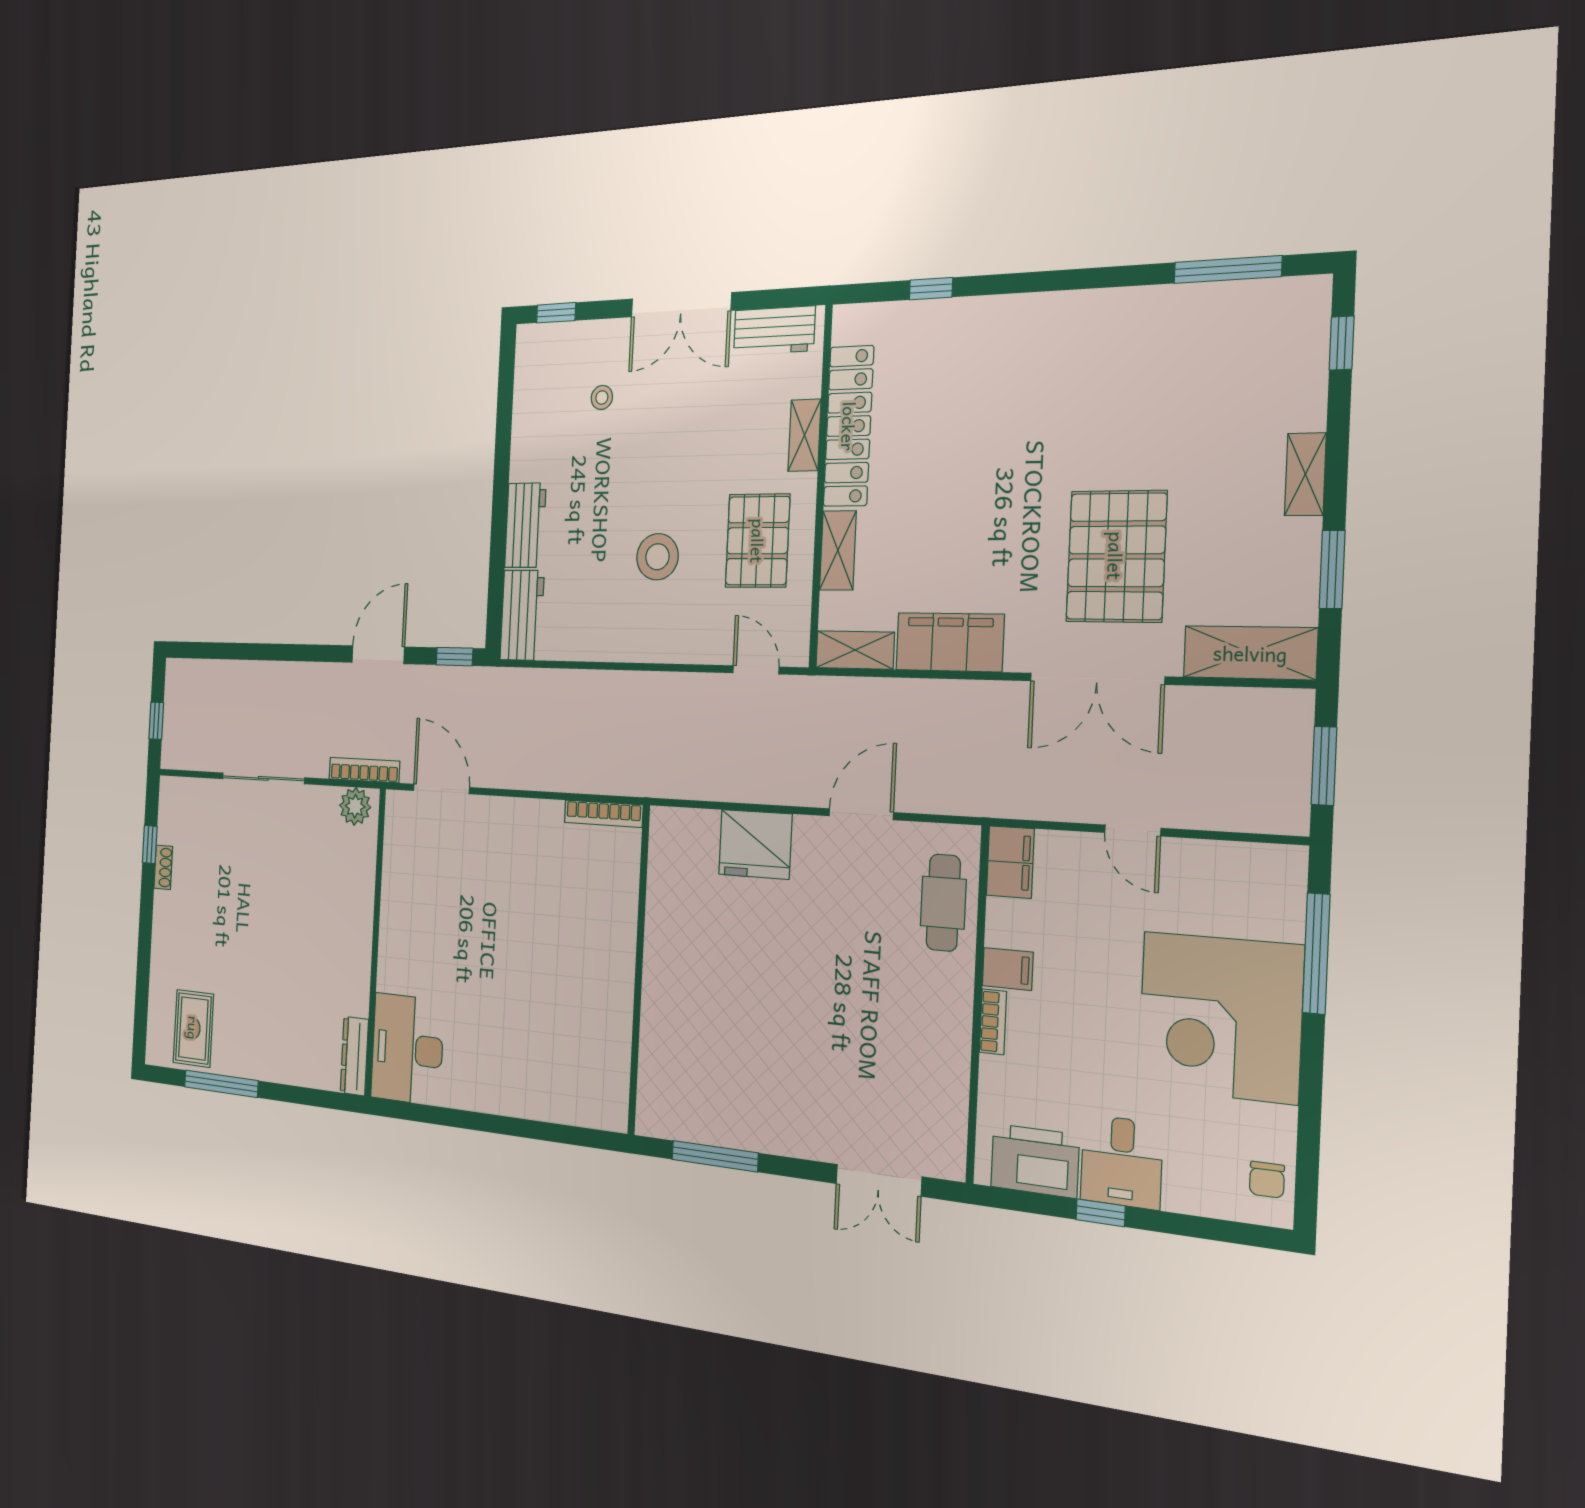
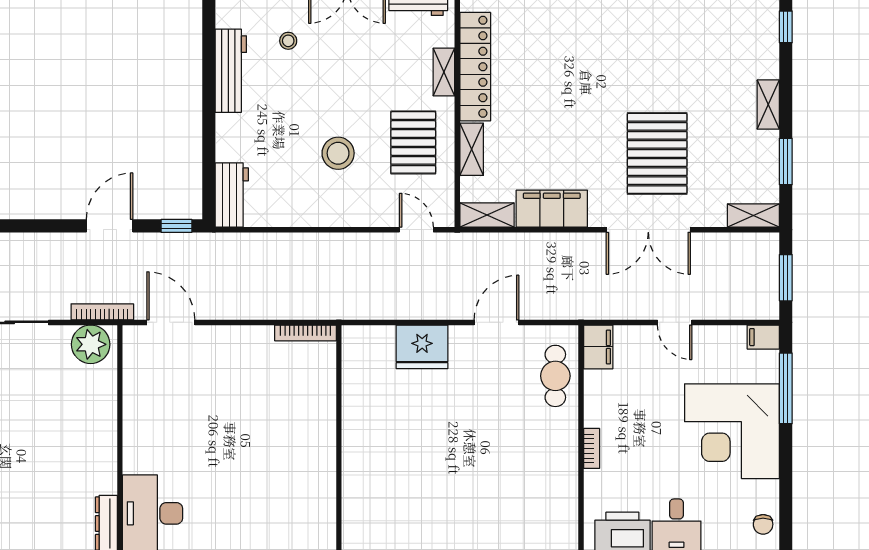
workbench: (525, 525) -> (231, 71), moved, width x1.38
shelving: (1250, 653) -> (753, 215), width x0.67, depth x0.75
plant: (355, 806) -> (91, 344), width x1.36, depth x1.36
filing cabinet: (1008, 969) -> (763, 337), moved, turned 180

